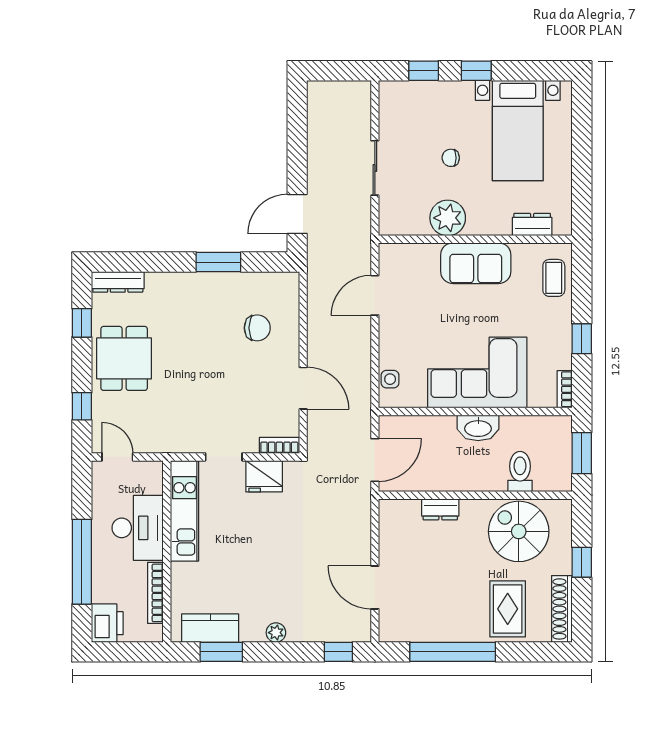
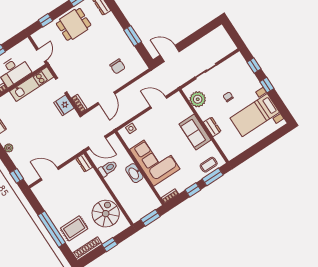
plant: (448, 218) -> (198, 99), moved
dresser: (532, 225) -> (212, 127), moved
window: (582, 286) -> (213, 177), added
door: (117, 457) -> (41, 55), moved
toilet: (520, 471) -> (108, 168), moved
dresser: (440, 509) -> (84, 163), moved
door: (375, 587) -> (50, 174), hinge flipped
window: (453, 652) -> (52, 229), moved

